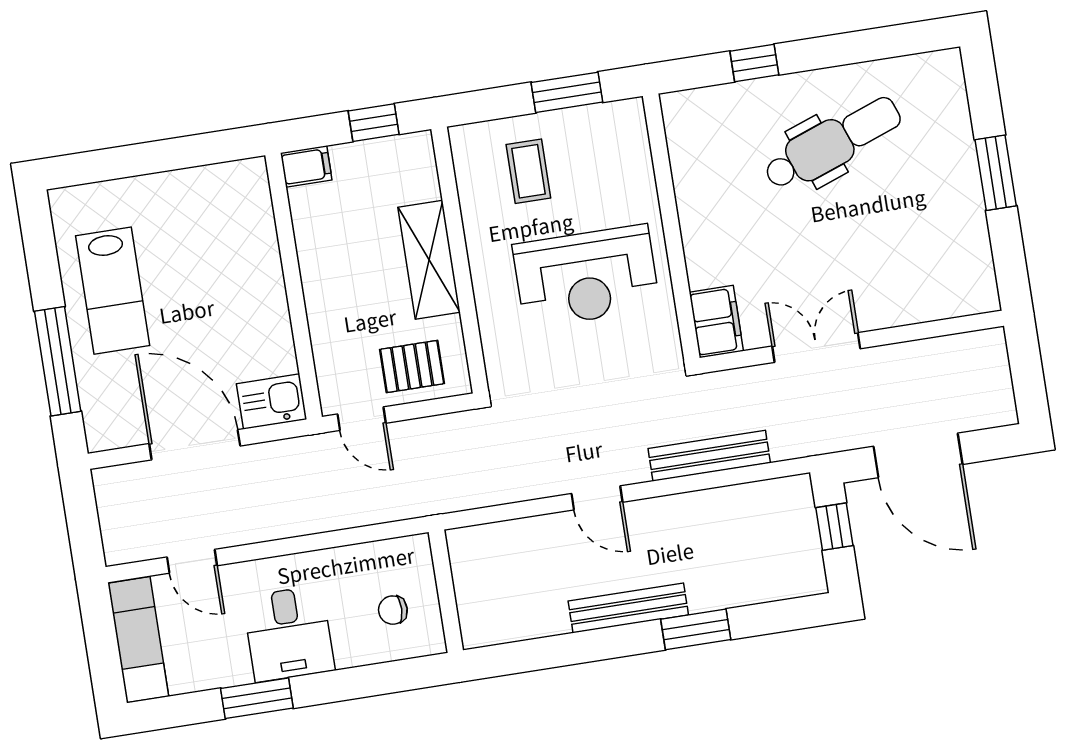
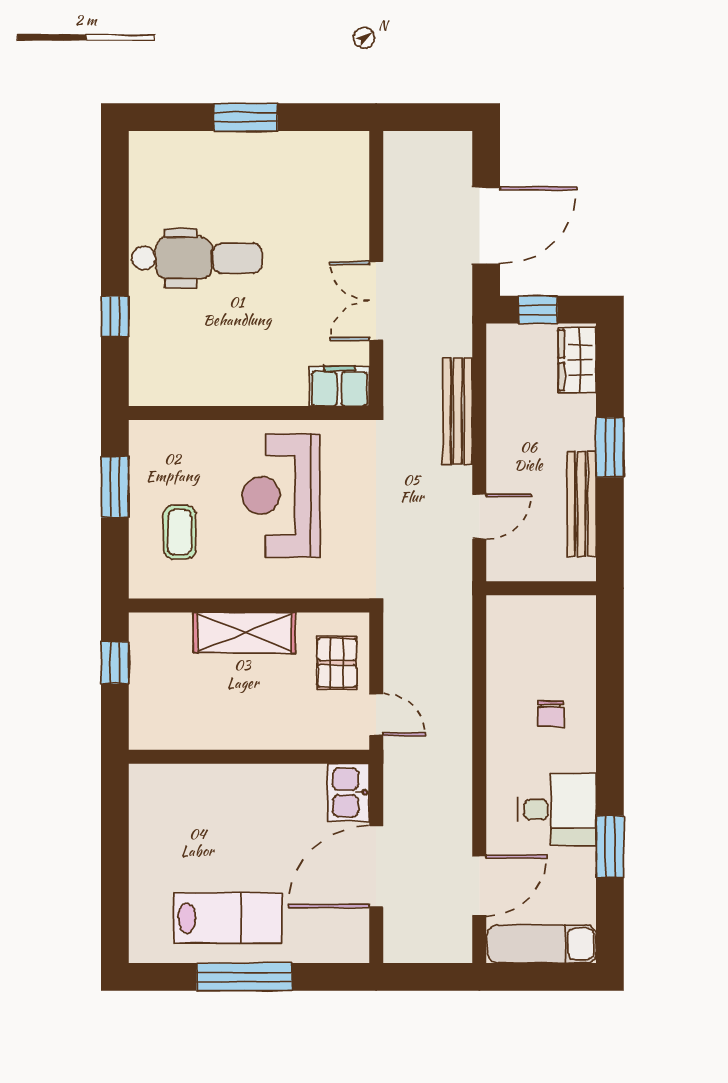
dental chair: (832, 143) -> (197, 258), turned 110
filing cabinet: (306, 166) -> (144, 729), removed
coffee table: (528, 171) -> (180, 532), turned 90
reception desk: (586, 276) -> (281, 495), turned 180
window: (58, 361) -> (244, 977), moved
door: (362, 419) -> (376, 715), hinge flipped
door: (192, 561) -> (479, 885), width x1.38
wardrobe: (786, 579) -> (577, 360), added
wall: (446, 591) -> (541, 588), moved

